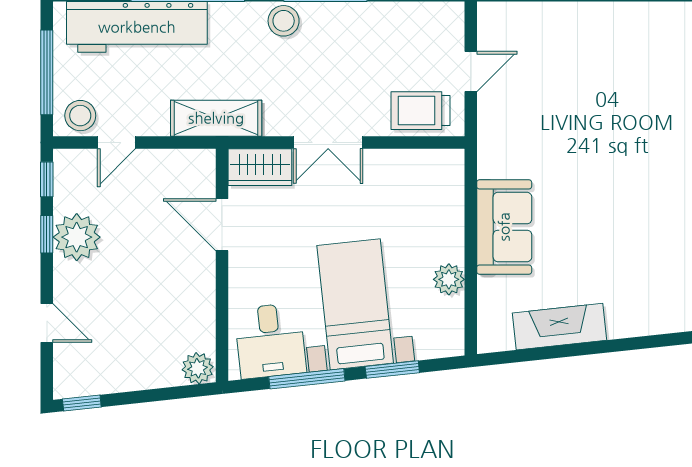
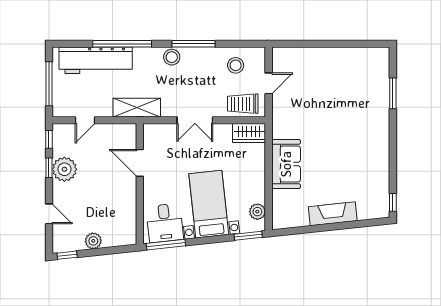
stool: (80, 116) -> (236, 65), moved
wardrobe: (260, 167) -> (249, 133), moved
plant: (449, 279) -> (257, 212), moved
fireplace: (559, 327) -> (333, 214), moved
plant: (198, 368) -> (93, 241), moved
window: (392, 370) -> (248, 236), moved
window: (307, 379) -> (166, 245), moved

